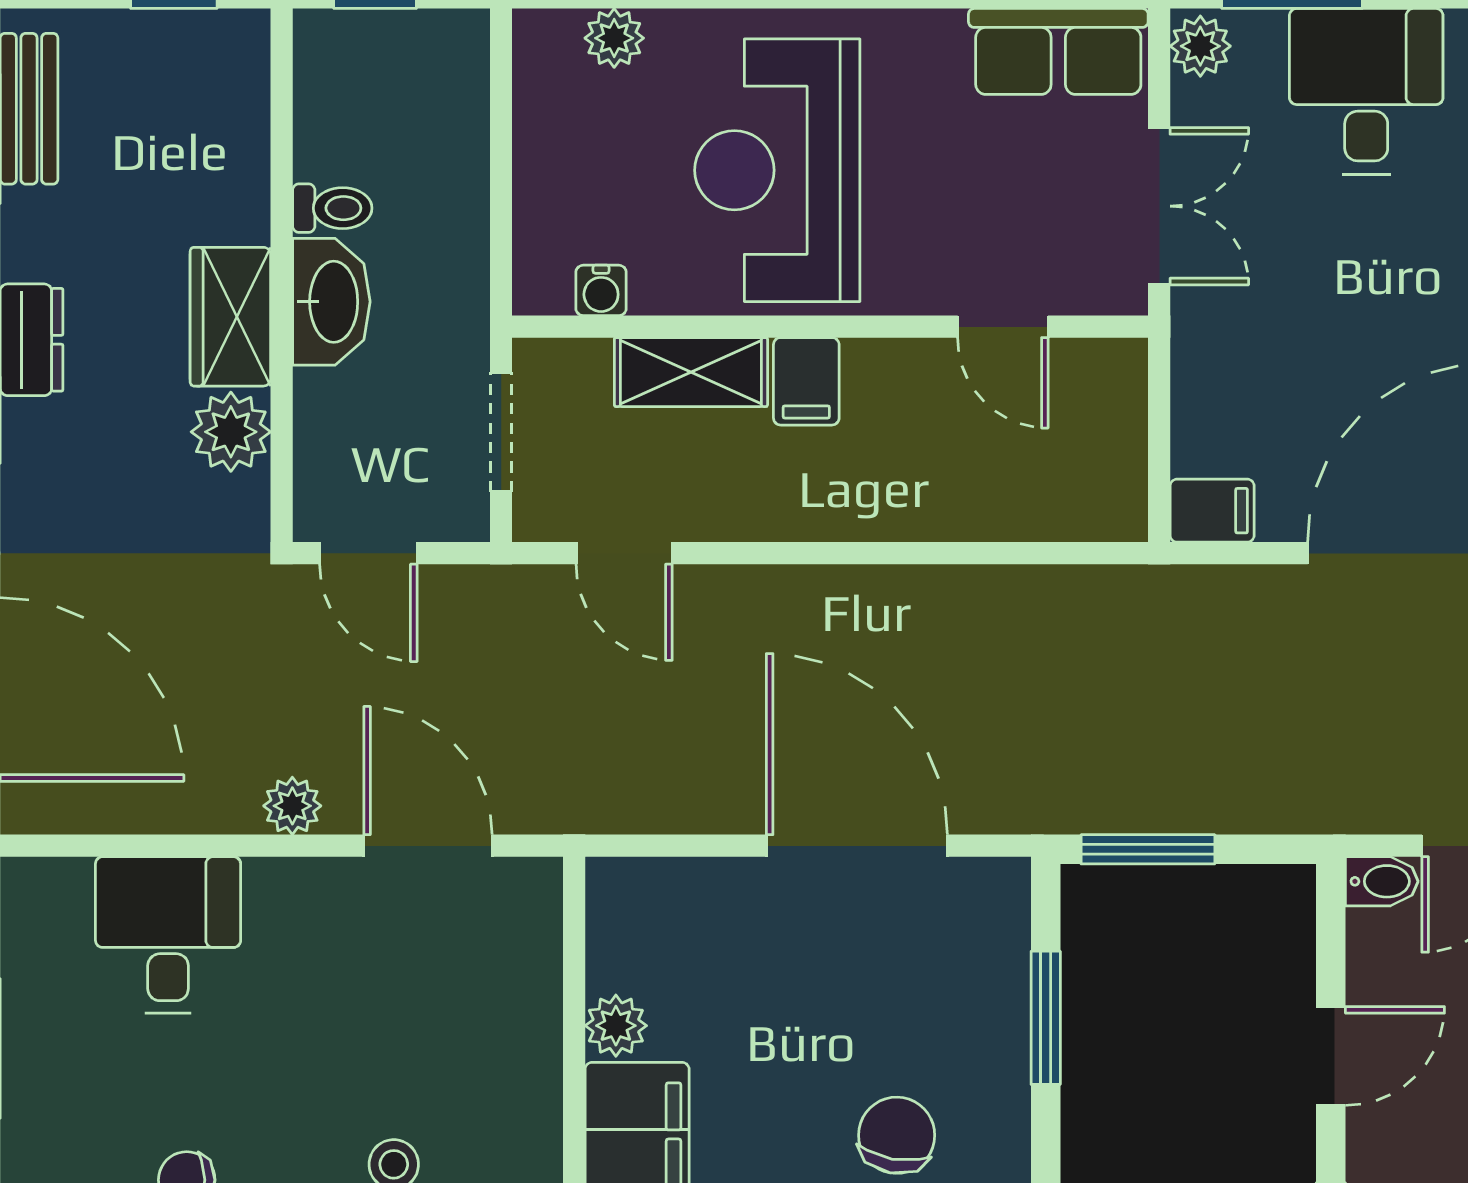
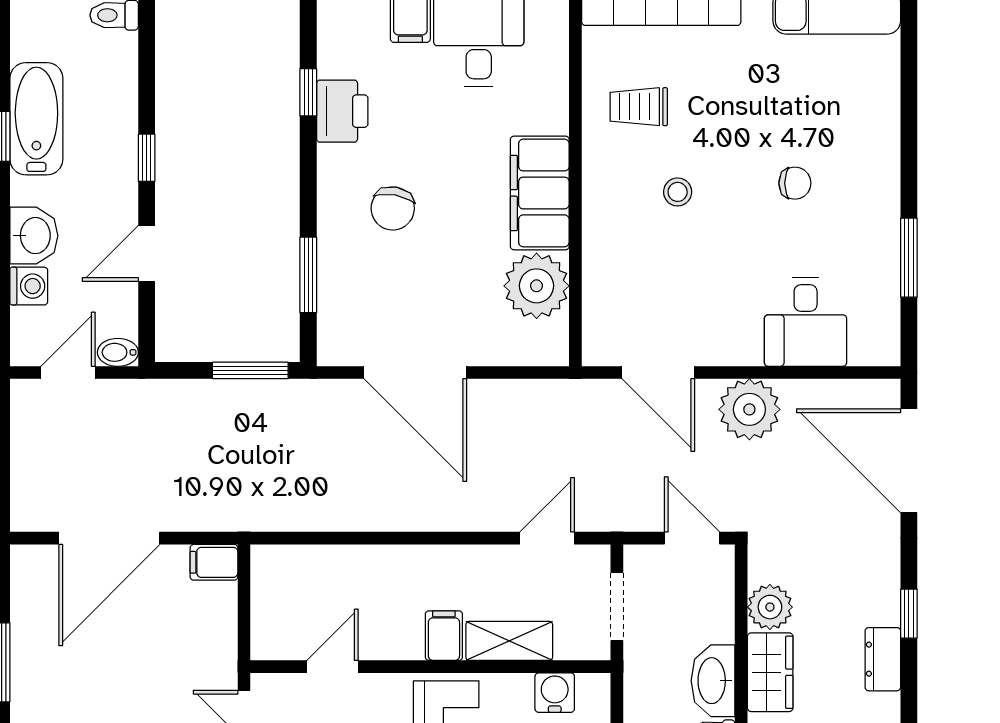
water cooler: (601, 290) -> (555, 693), width x1.38, depth x1.38
door: (1003, 327) -> (333, 667), hinge flipped
door: (624, 553) -> (547, 538), hinge flipped
plant: (292, 806) -> (749, 409), width x1.88, depth x1.88
plant: (616, 1026) -> (537, 286), width x1.88, depth x1.88

